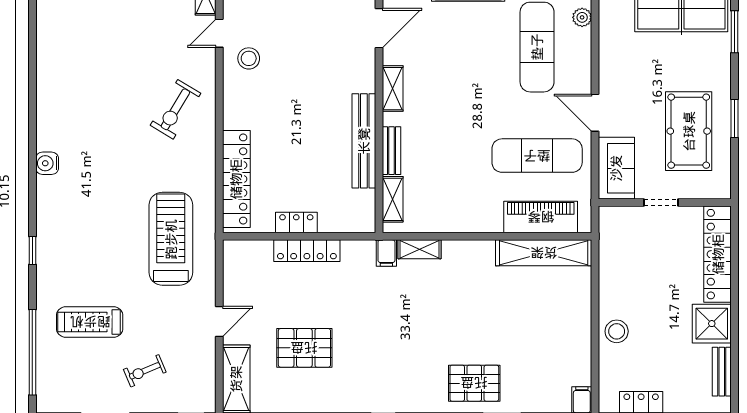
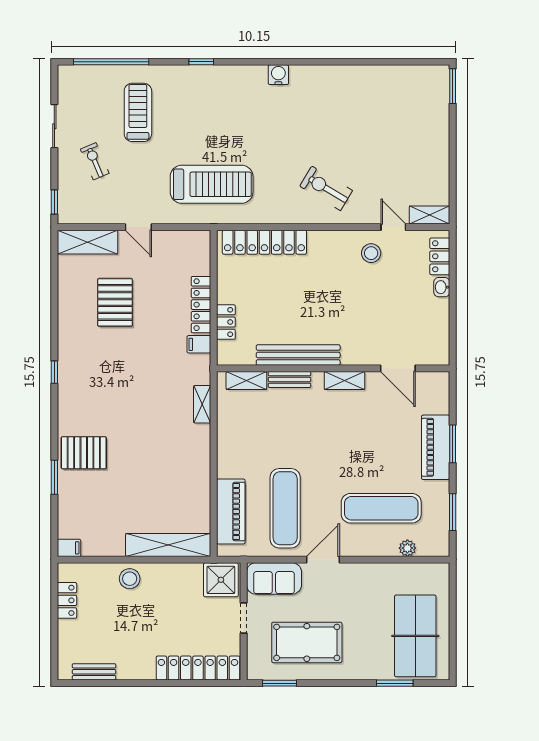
window: (735, 119) -> (279, 683), moved
locker: (296, 223) -> (226, 322), moved
filing cabinet: (386, 253) -> (199, 344), moved
shelving: (544, 253) -> (168, 545), moved, turned 90
shower: (712, 324) -> (221, 580), moved
pallet: (474, 383) -> (84, 453), turned 90

